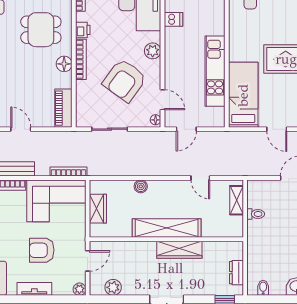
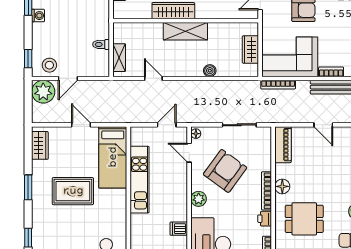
shelving: (167, 228) -> (185, 31), width x0.68

